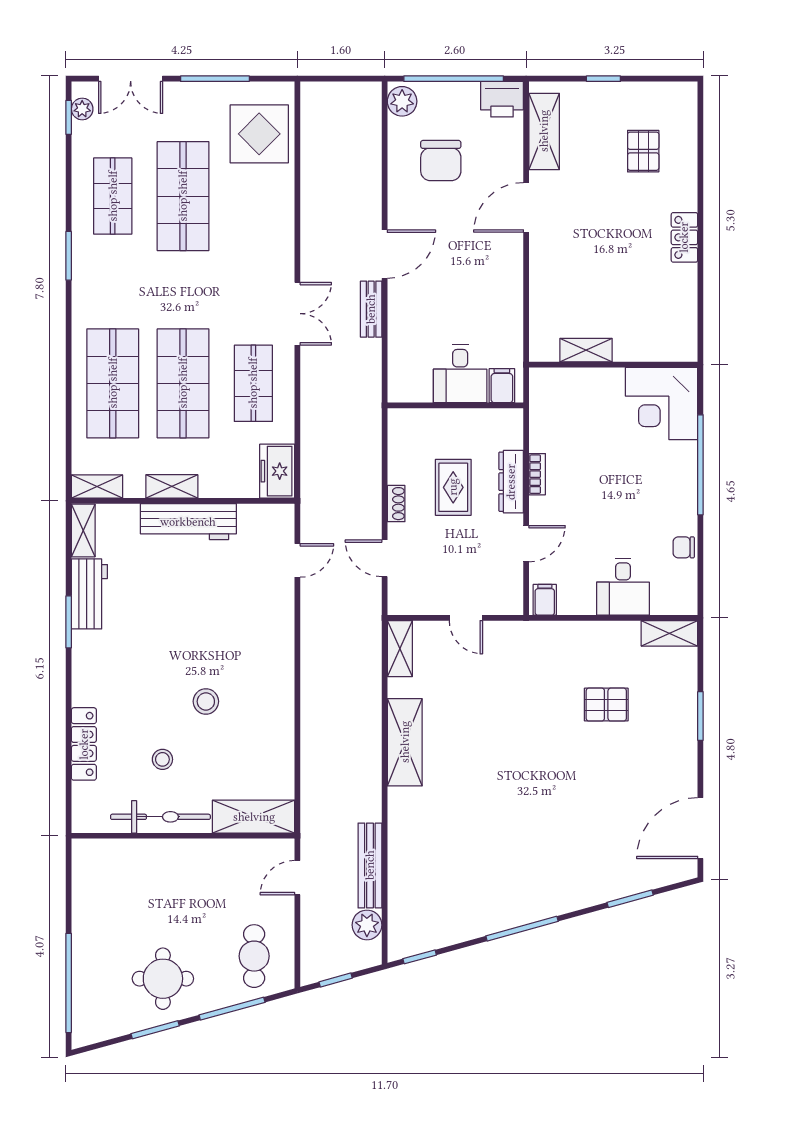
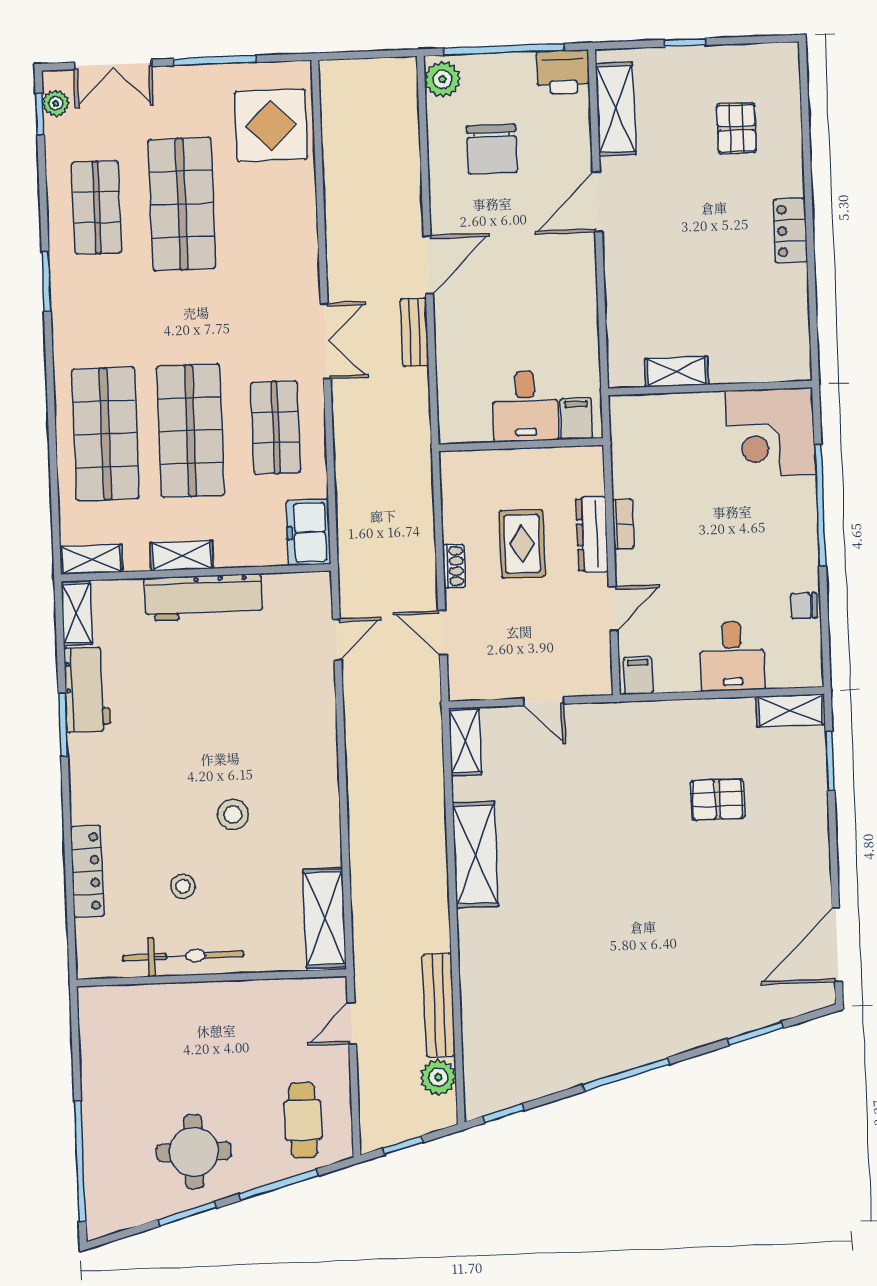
window: (700, 716) -> (830, 761), moved
shelving: (254, 817) -> (325, 918), moved, turned 90

